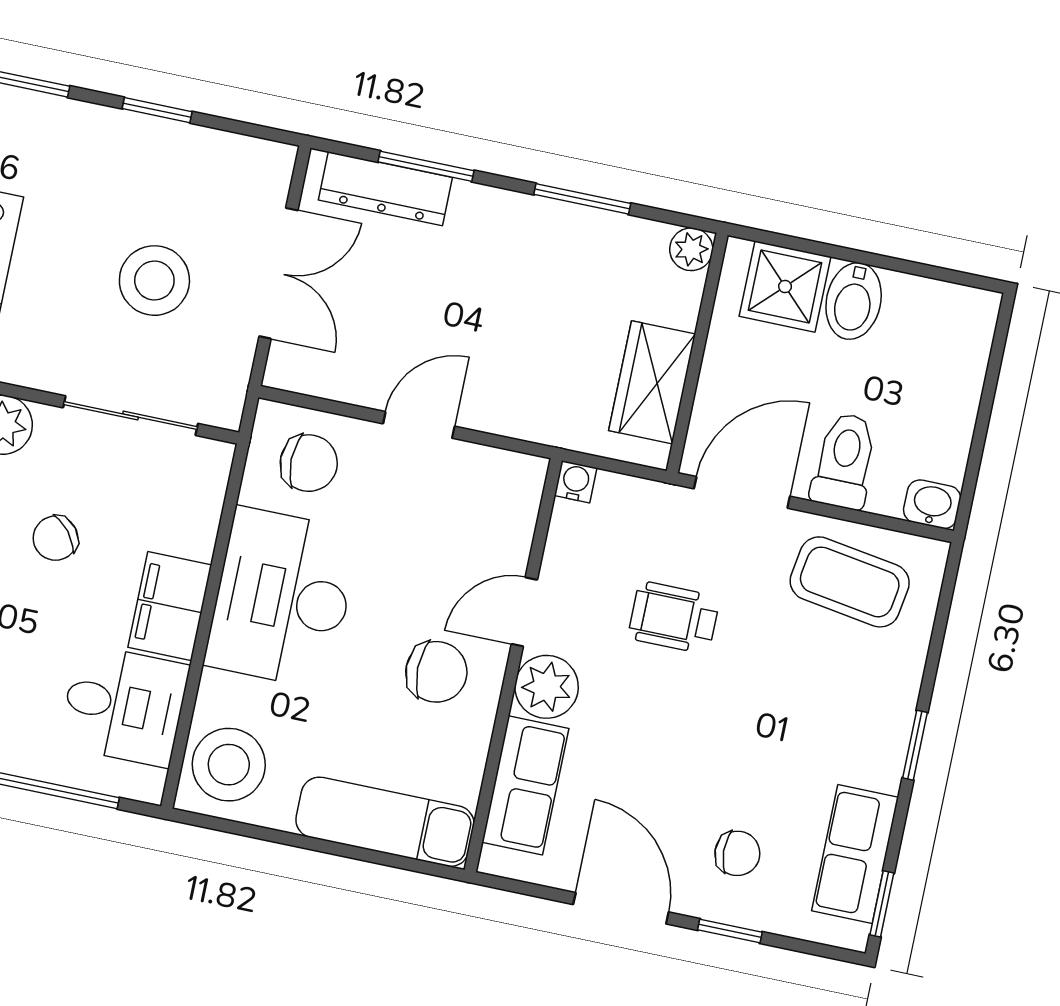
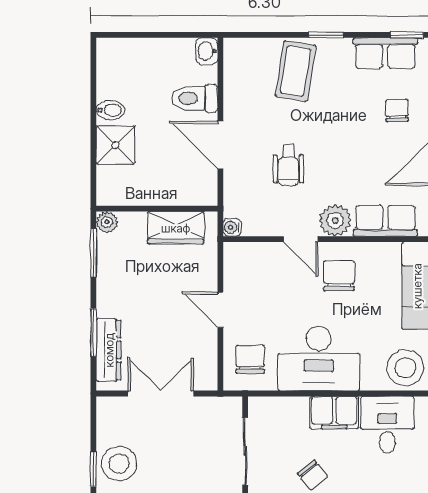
plant: (691, 249) -> (107, 222), moved
stool: (154, 281) -> (119, 464), moved
bidet: (854, 301) -> (110, 110), width x0.72, depth x0.74
wall: (697, 353) -> (157, 209), moved
wardrobe: (652, 382) -> (176, 228), moved
coffee table: (850, 582) -> (296, 71), moved

